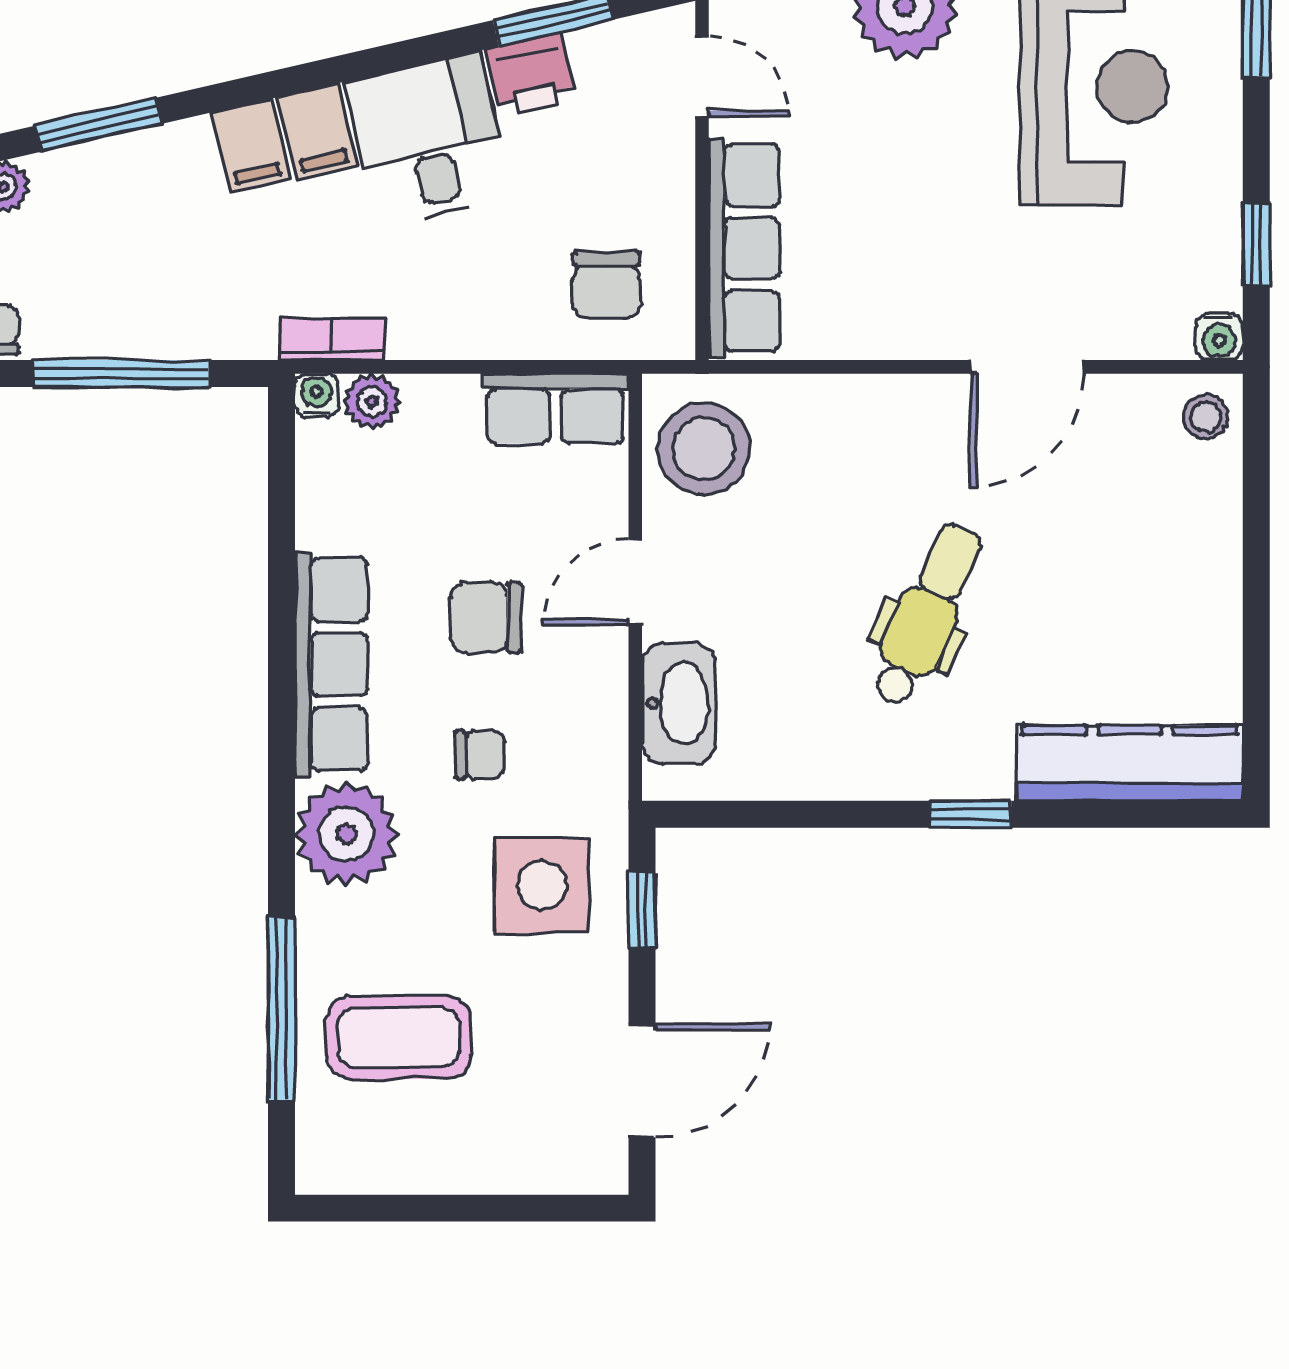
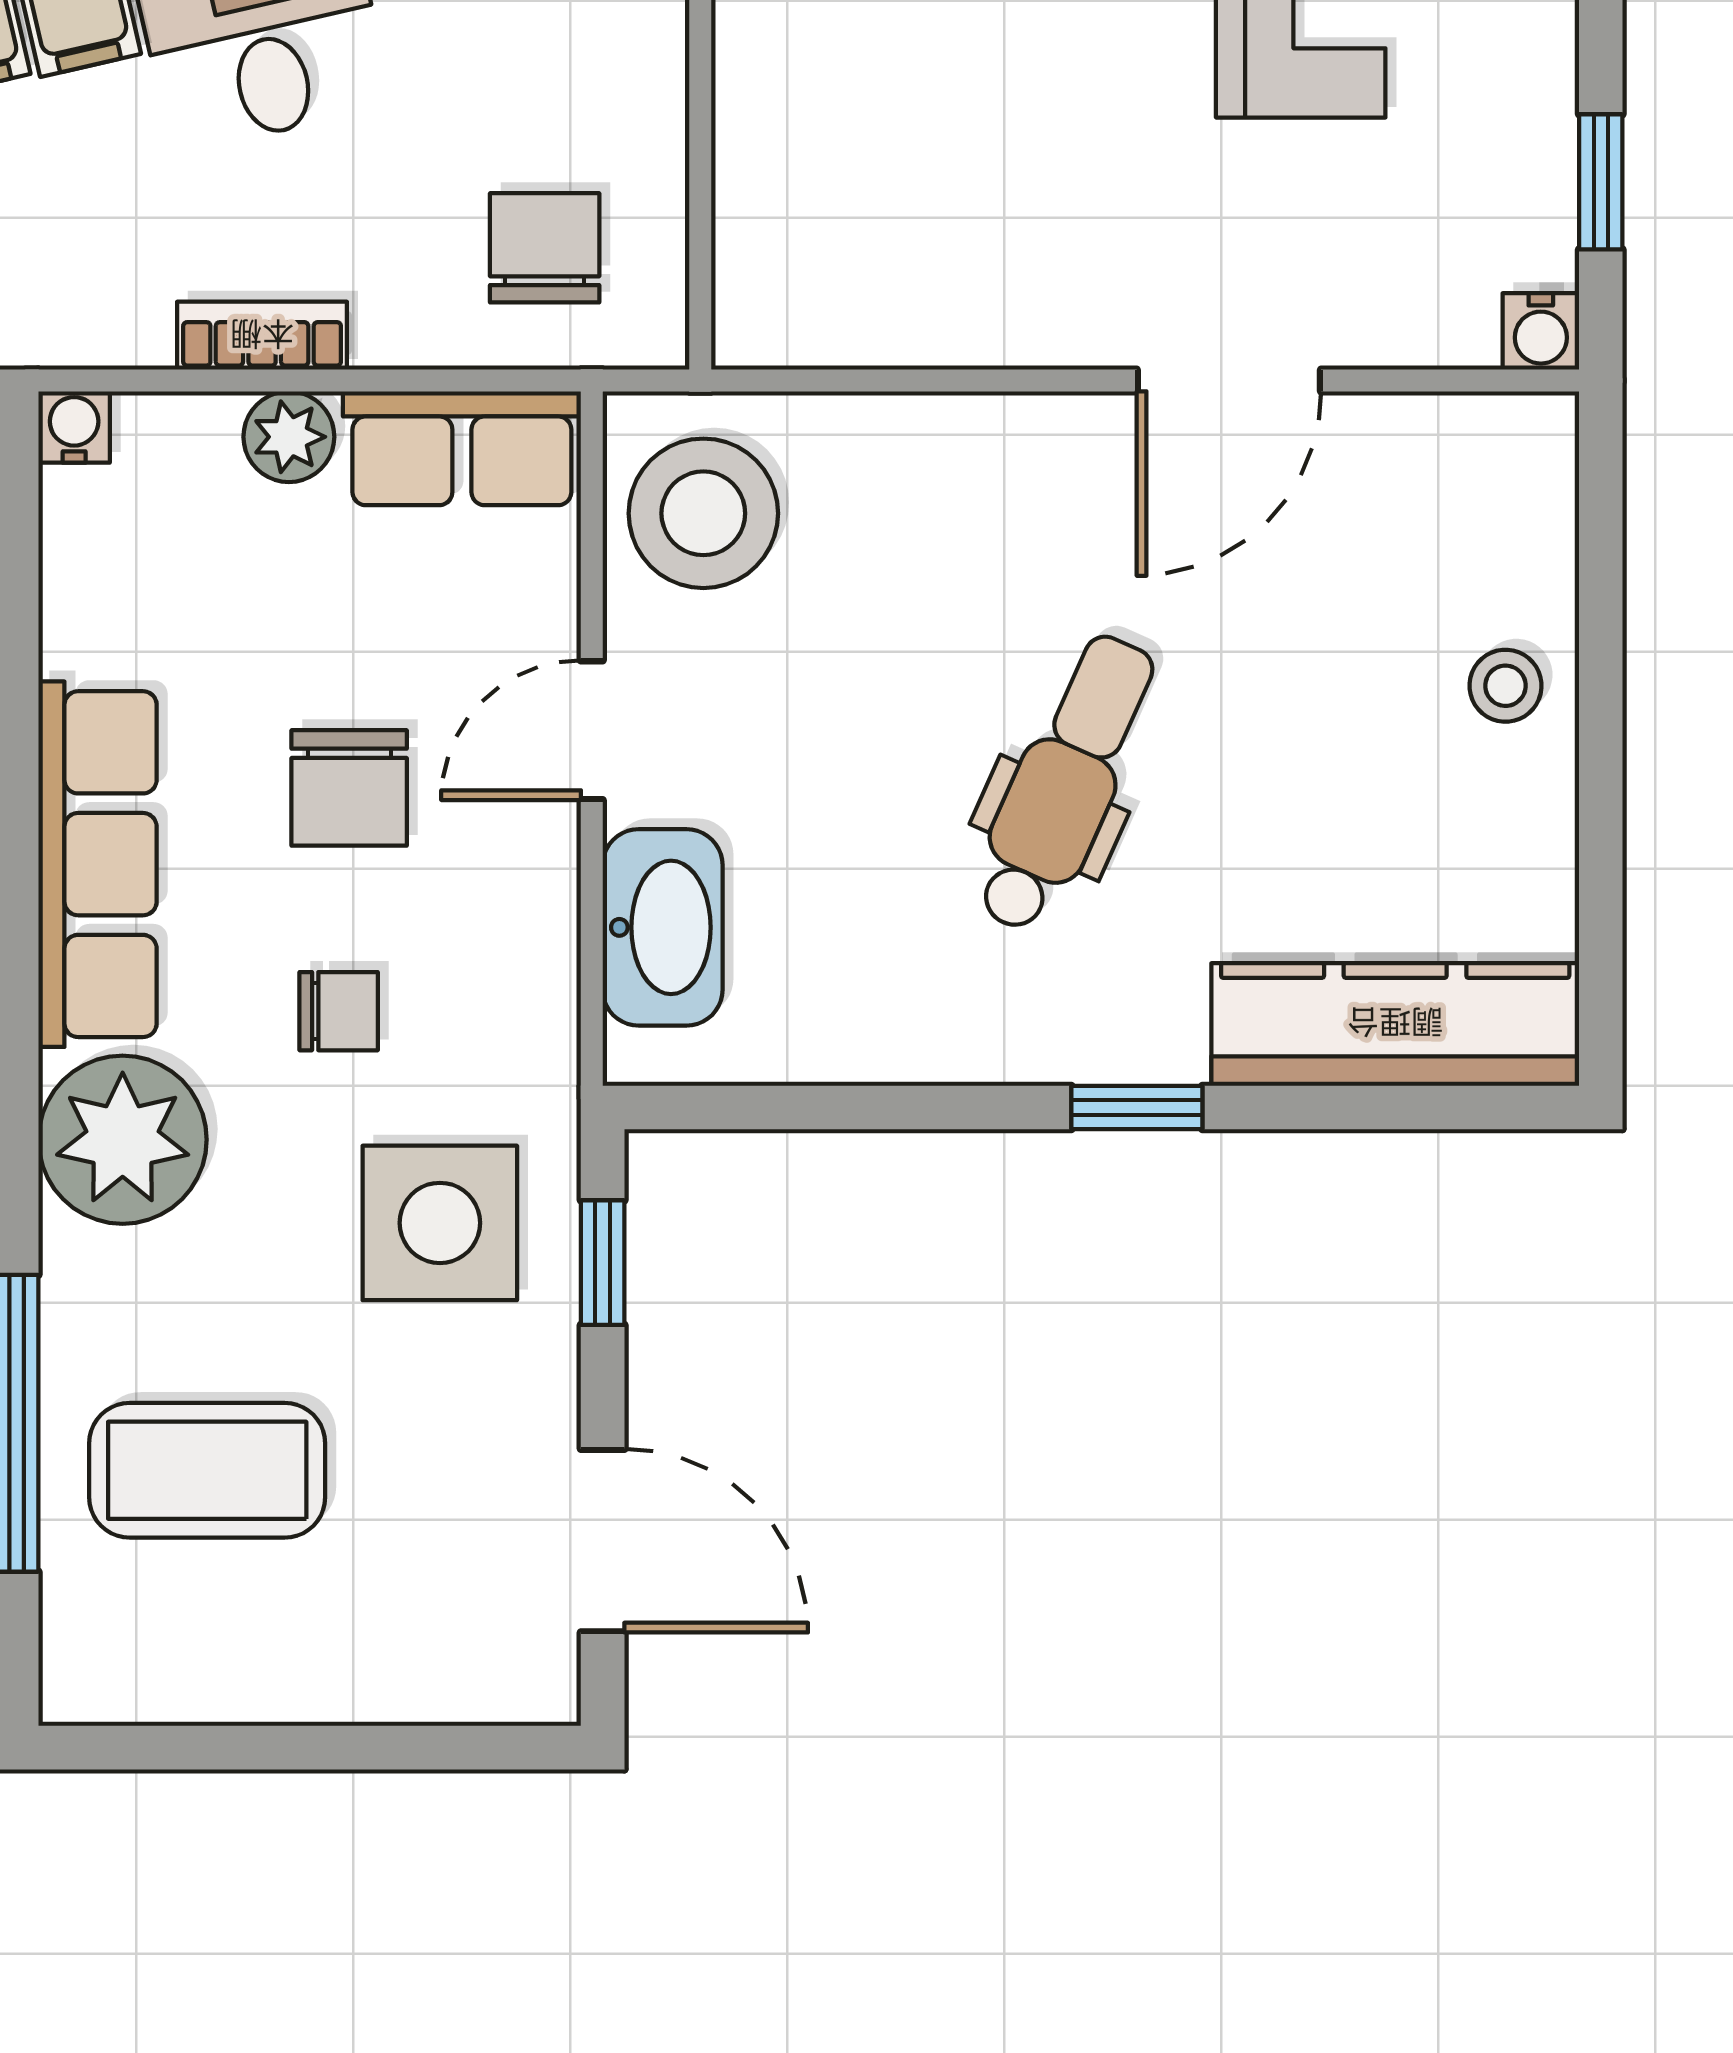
row of seats: (744, 248) -> (769, 188), removed
chair: (606, 285) -> (545, 248), turned 180
bookcase: (332, 339) -> (262, 336), moved
plant: (372, 401) -> (289, 437), moved
stool: (1206, 417) -> (1506, 686), moved
chair: (486, 618) -> (349, 788), turned -90
door: (642, 1081) -> (603, 1541), hinge flipped

